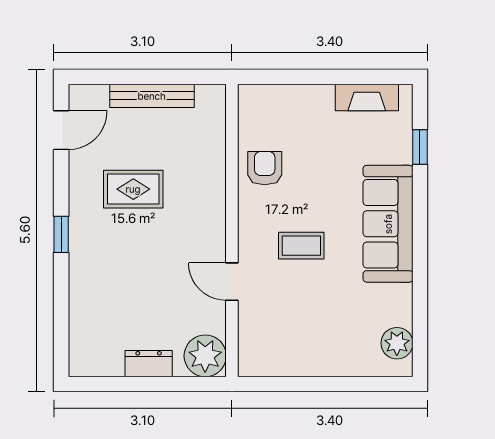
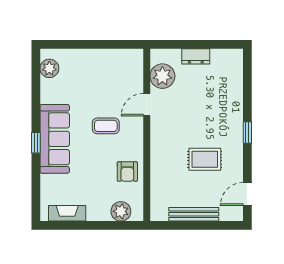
plant: (276, 101) -> (121, 211), added
window: (420, 147) -> (36, 143), moved
door: (232, 282) -> (147, 105), swing flipped
plant: (205, 356) -> (162, 76), moved

